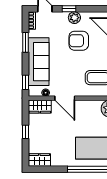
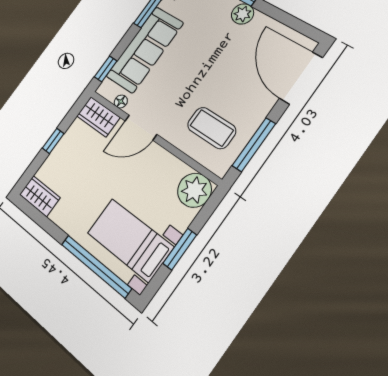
armchair: (79, 41) -> (224, 53), removed
door: (65, 98) -> (141, 128), hinge flipped

